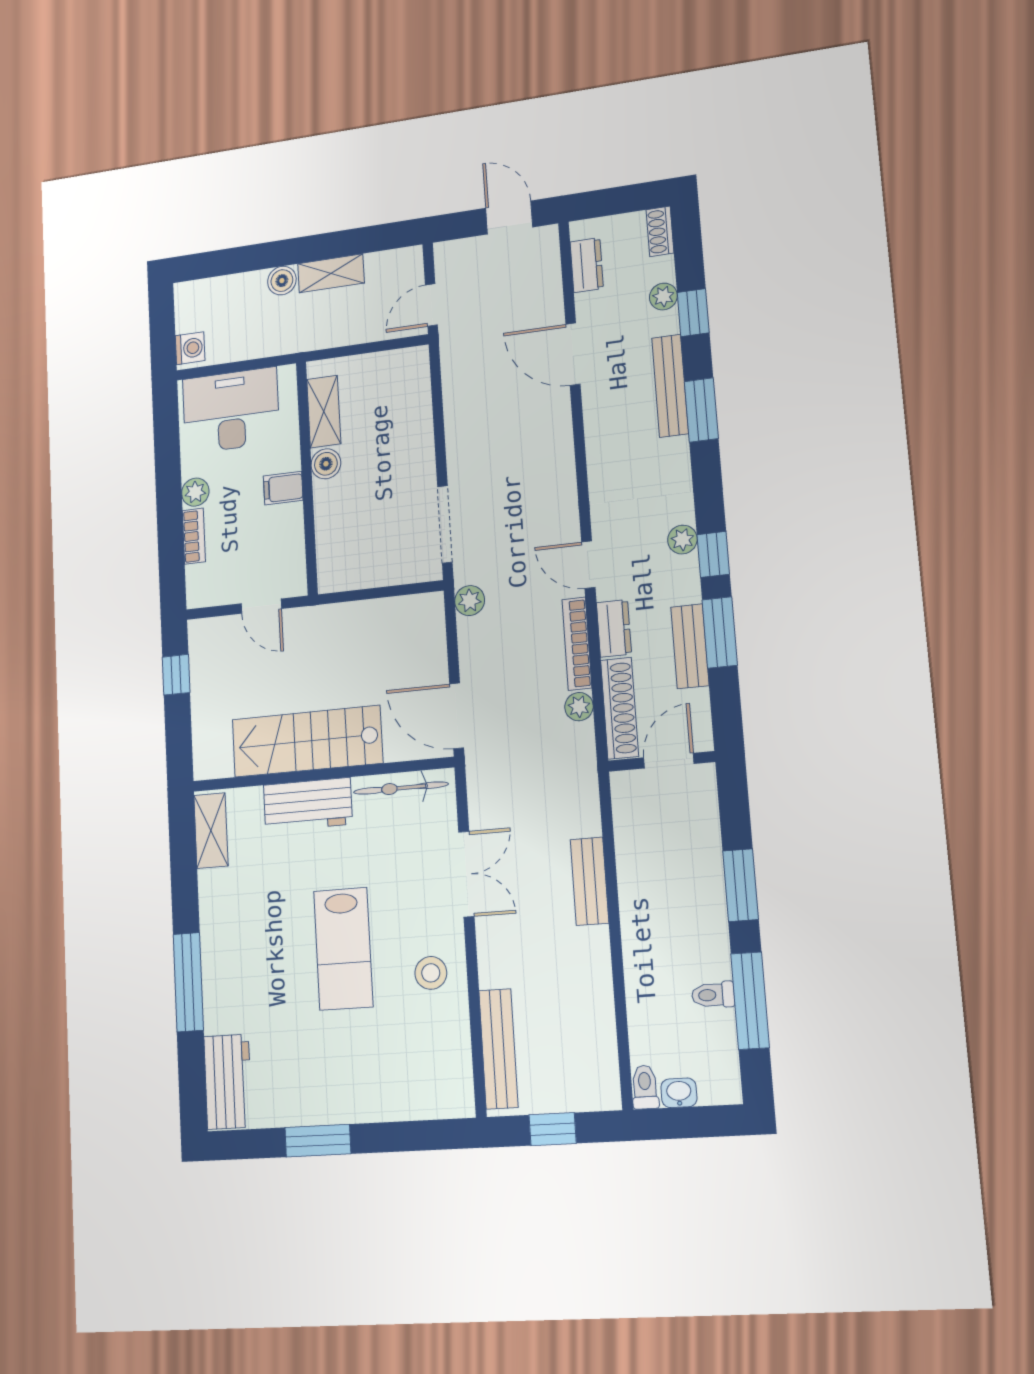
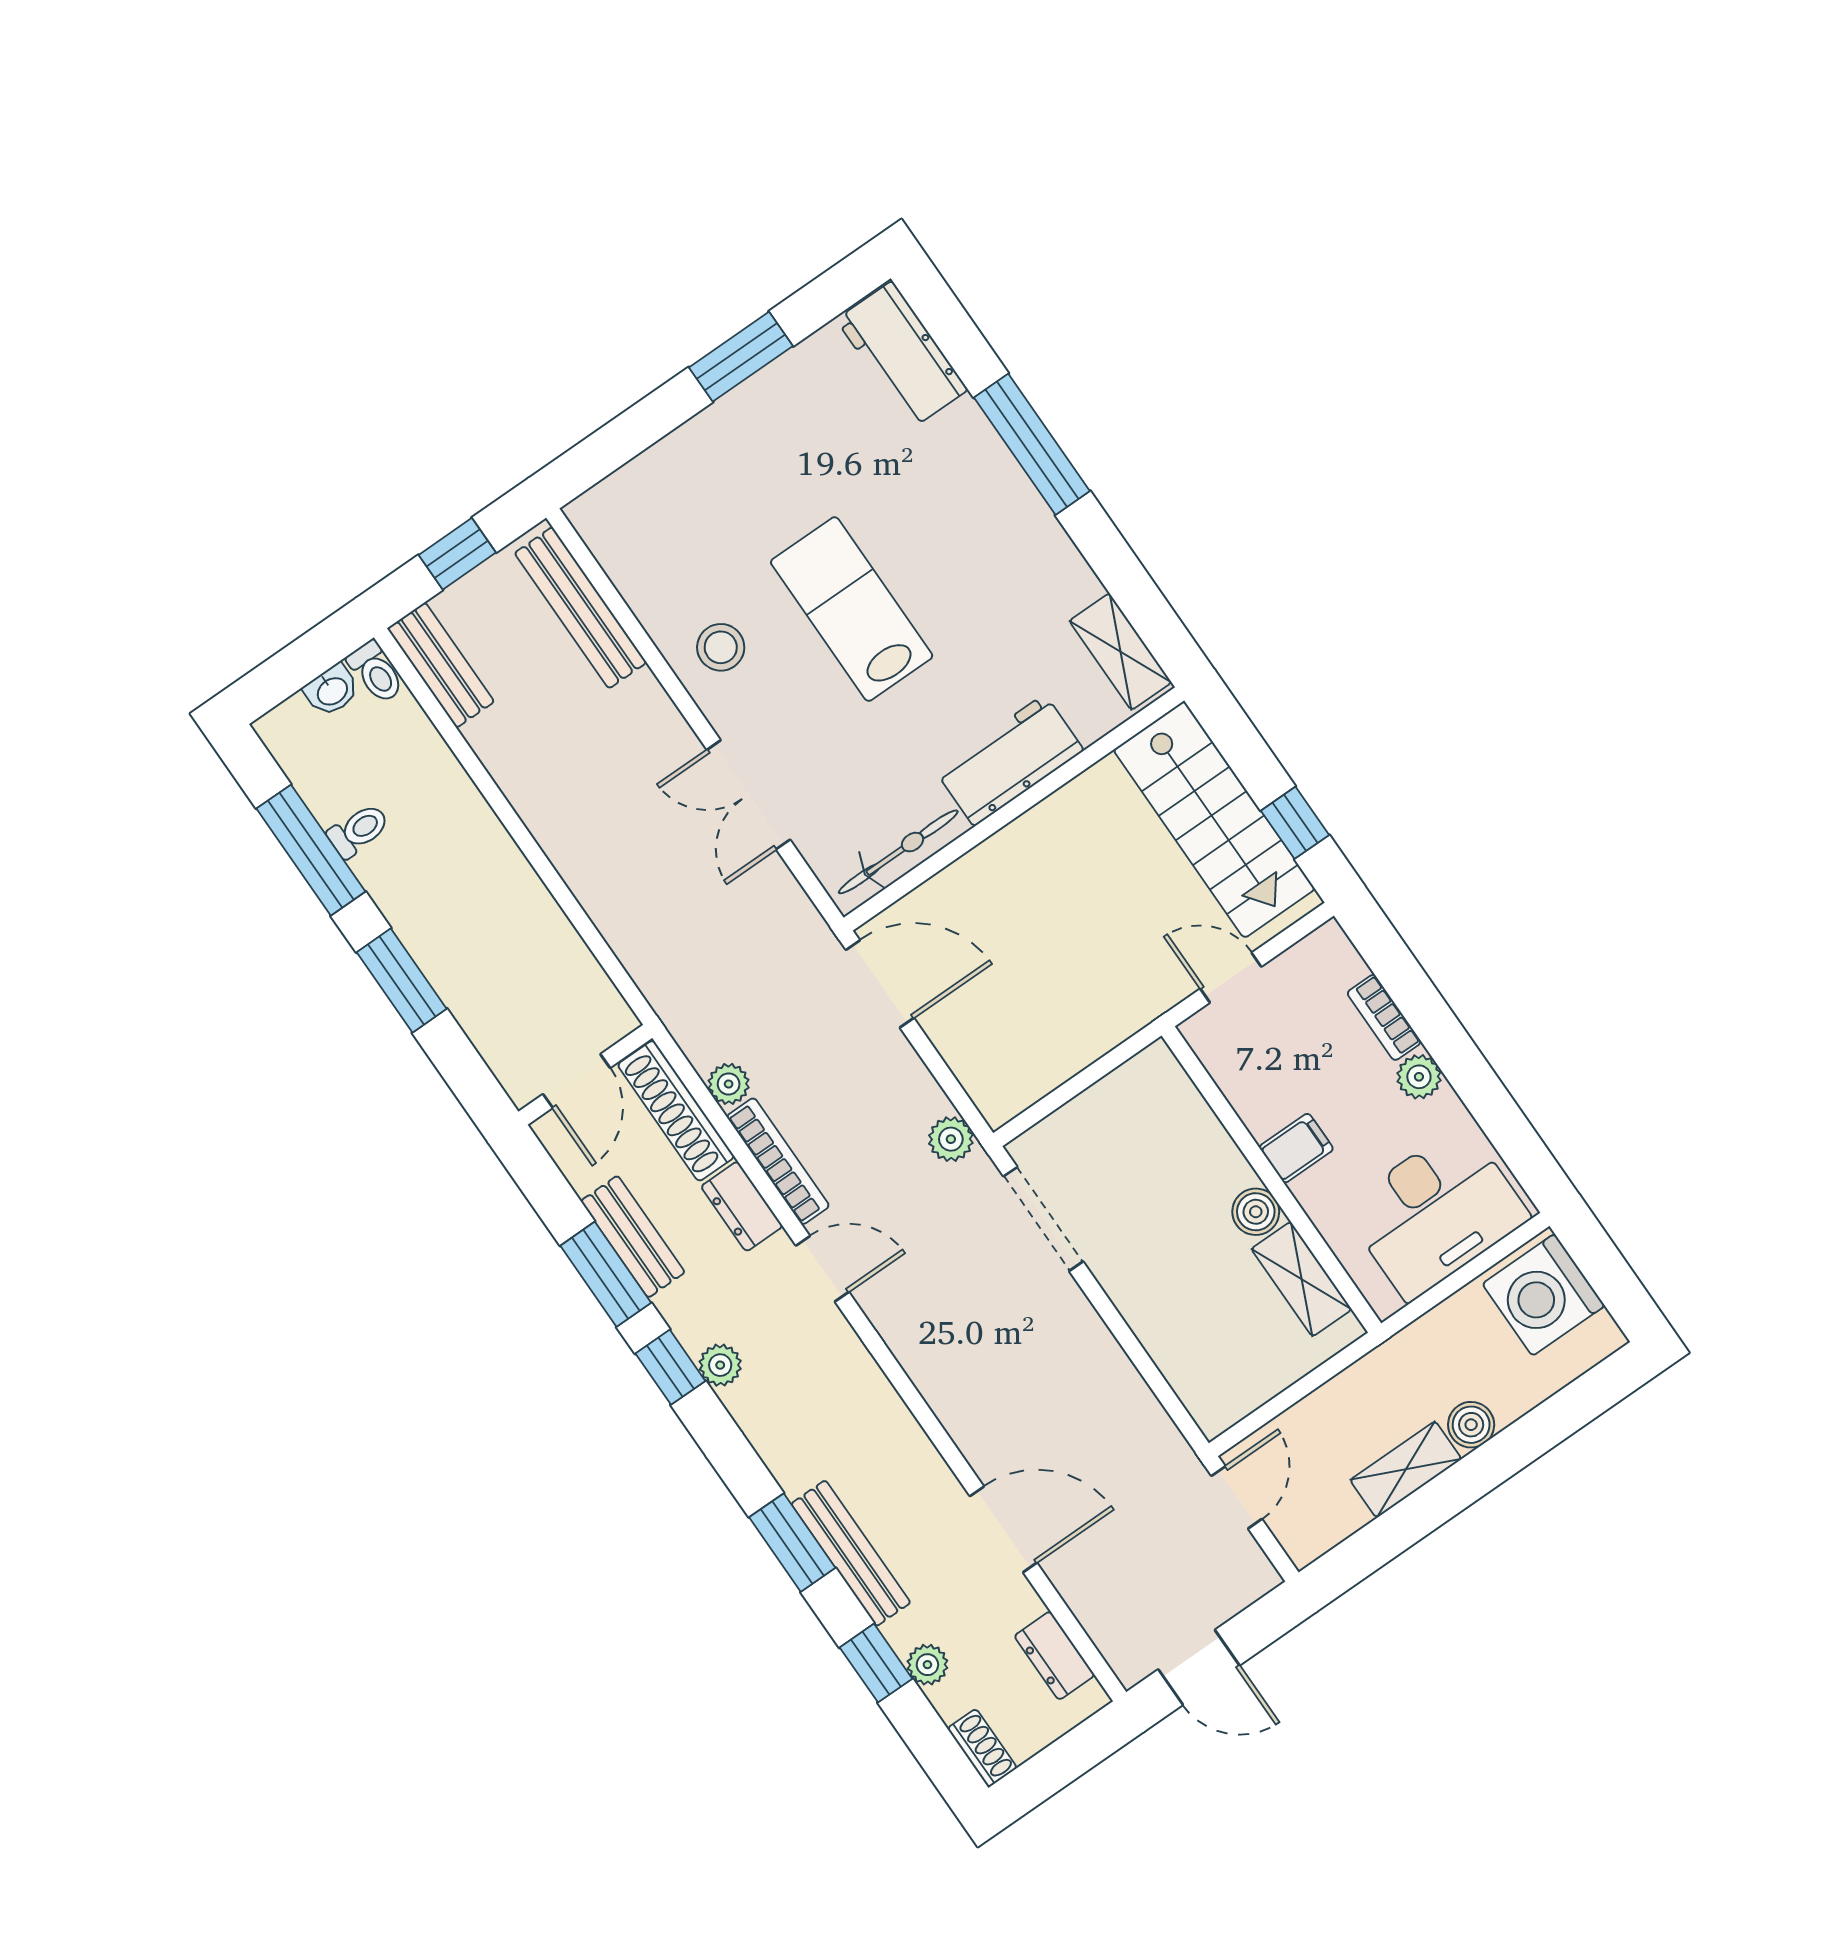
washing machine: (190, 348) -> (1544, 1295), width x1.89, depth x1.89
stairs: (307, 741) -> (1214, 819), moved, turned 90
bench: (590, 881) -> (441, 665), moved

